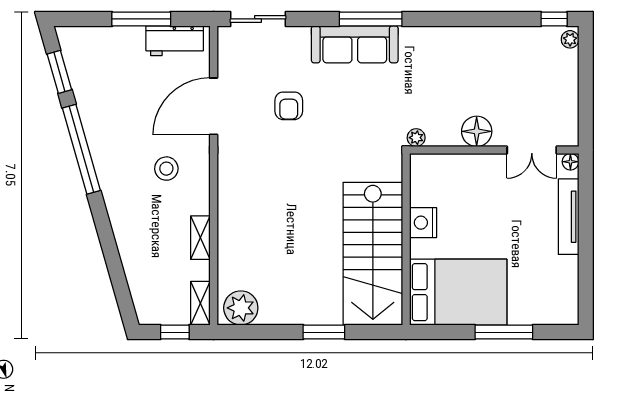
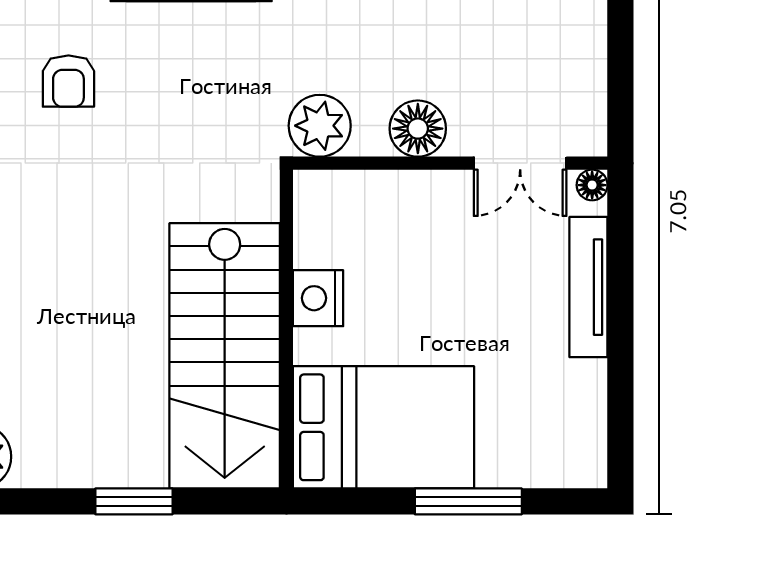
plant: (416, 138) -> (320, 126), width x1.87, depth x1.87

